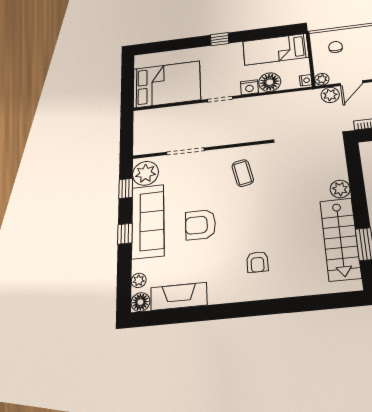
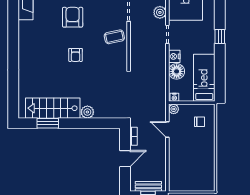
plant: (330, 95) -> (160, 12), moved
coffee table: (243, 173) -> (114, 37), moved
armchair: (257, 262) -> (75, 55), moved, turned -90

